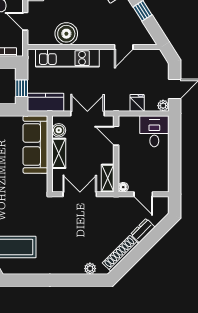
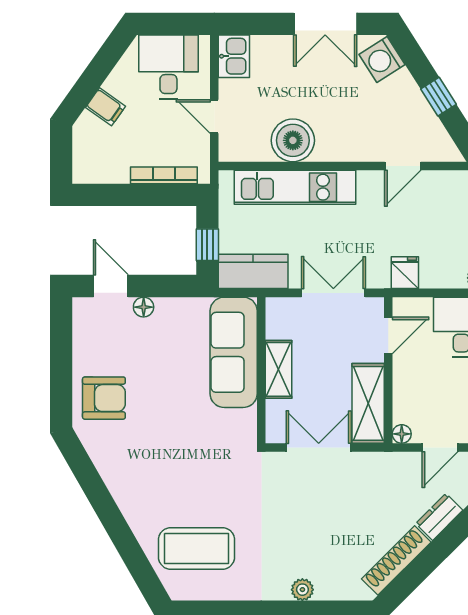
fridge: (137, 103) -> (405, 273), moved
boiler: (59, 130) -> (278, 325), removed
door: (116, 136) -> (388, 335), swing flipped
shelving: (108, 178) -> (368, 403), width x1.50, depth x1.33
door: (143, 194) -> (440, 447), hinge flipped
plant: (90, 269) -> (302, 590), moved

